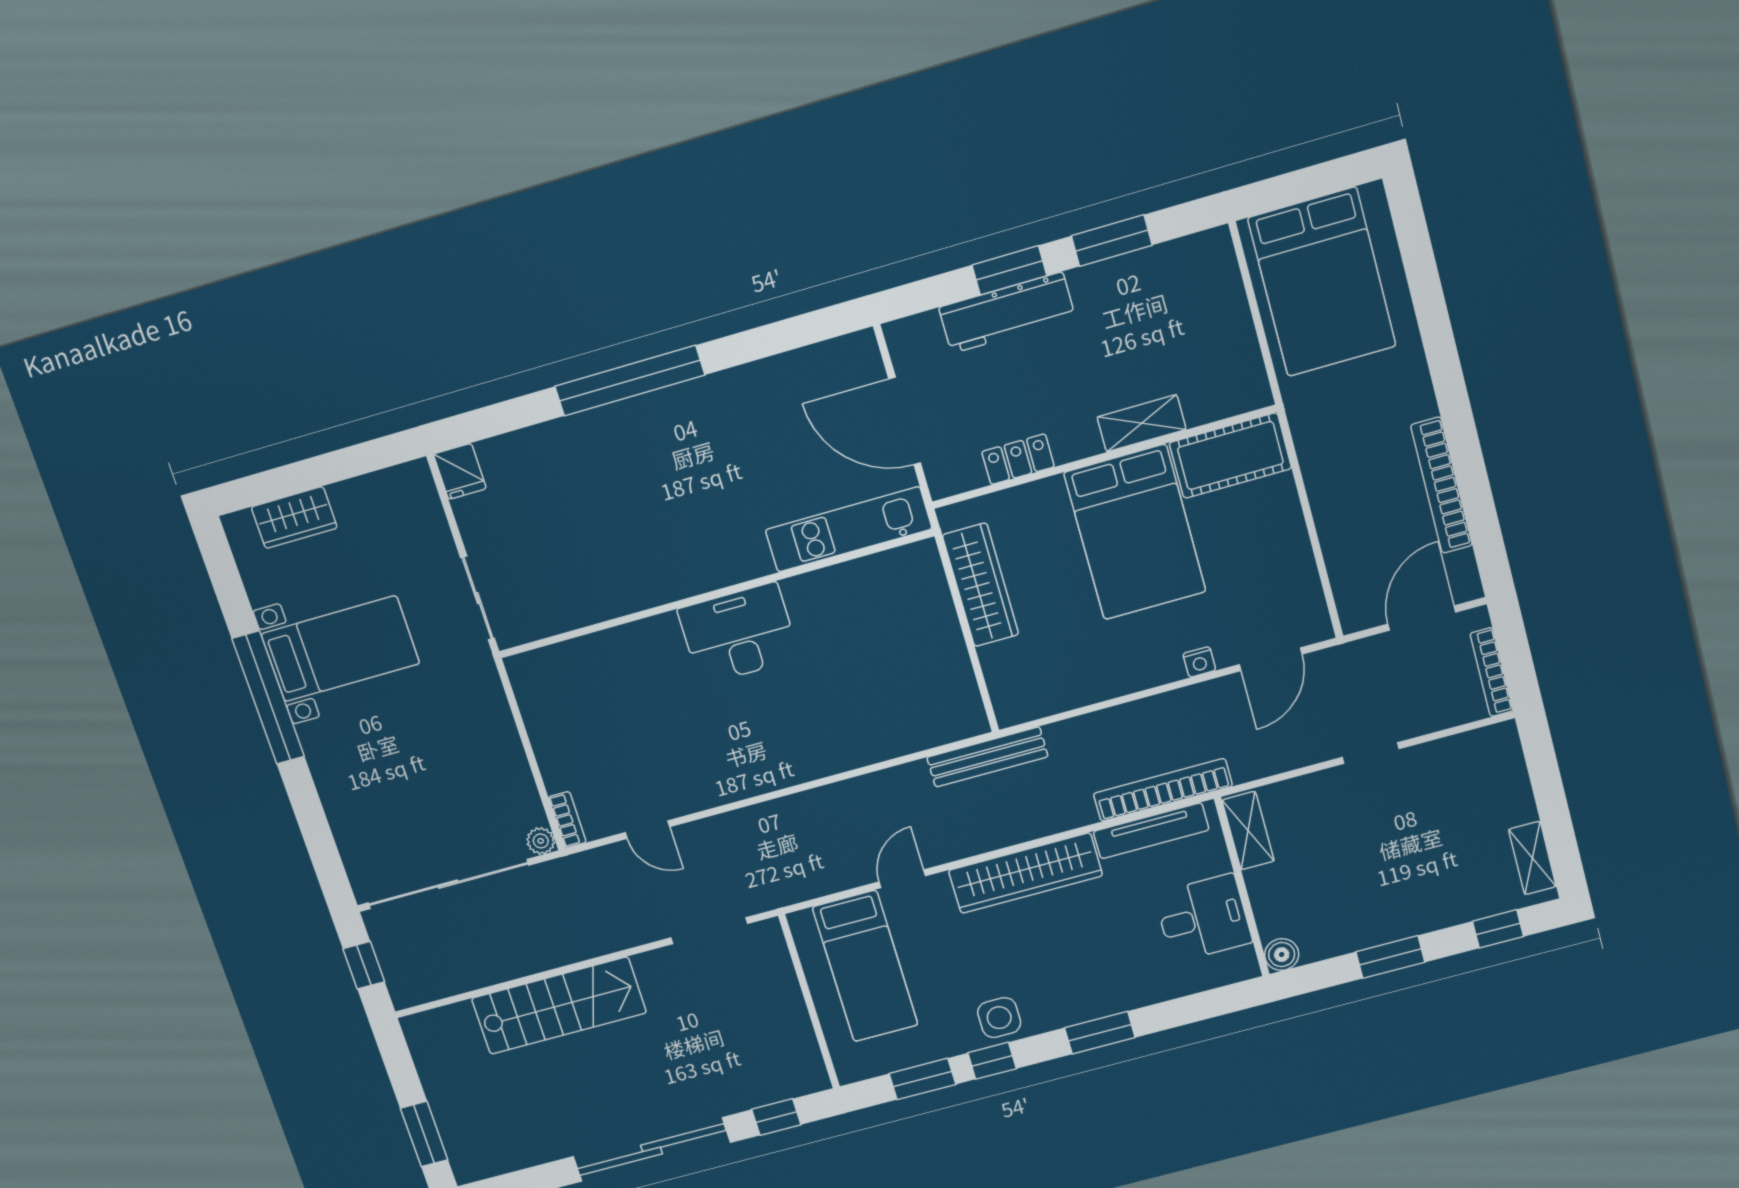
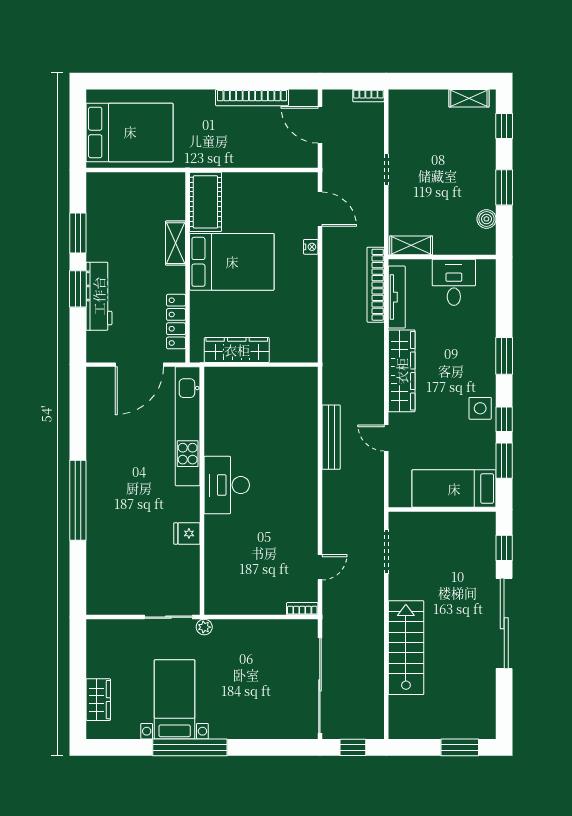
locker: (1018, 459) -> (176, 322), width x1.53
fridge: (460, 471) -> (187, 533), moved, turned 180
kitchen unit: (849, 529) -> (188, 426), width x1.36
bookcase: (1491, 672) -> (368, 96), width x0.64
bench: (987, 757) -> (331, 437), moved
plant: (541, 841) -> (204, 627), moved
boiler: (1282, 955) -> (486, 219), moved
bed: (865, 966) -> (454, 489), moved, turned 180

